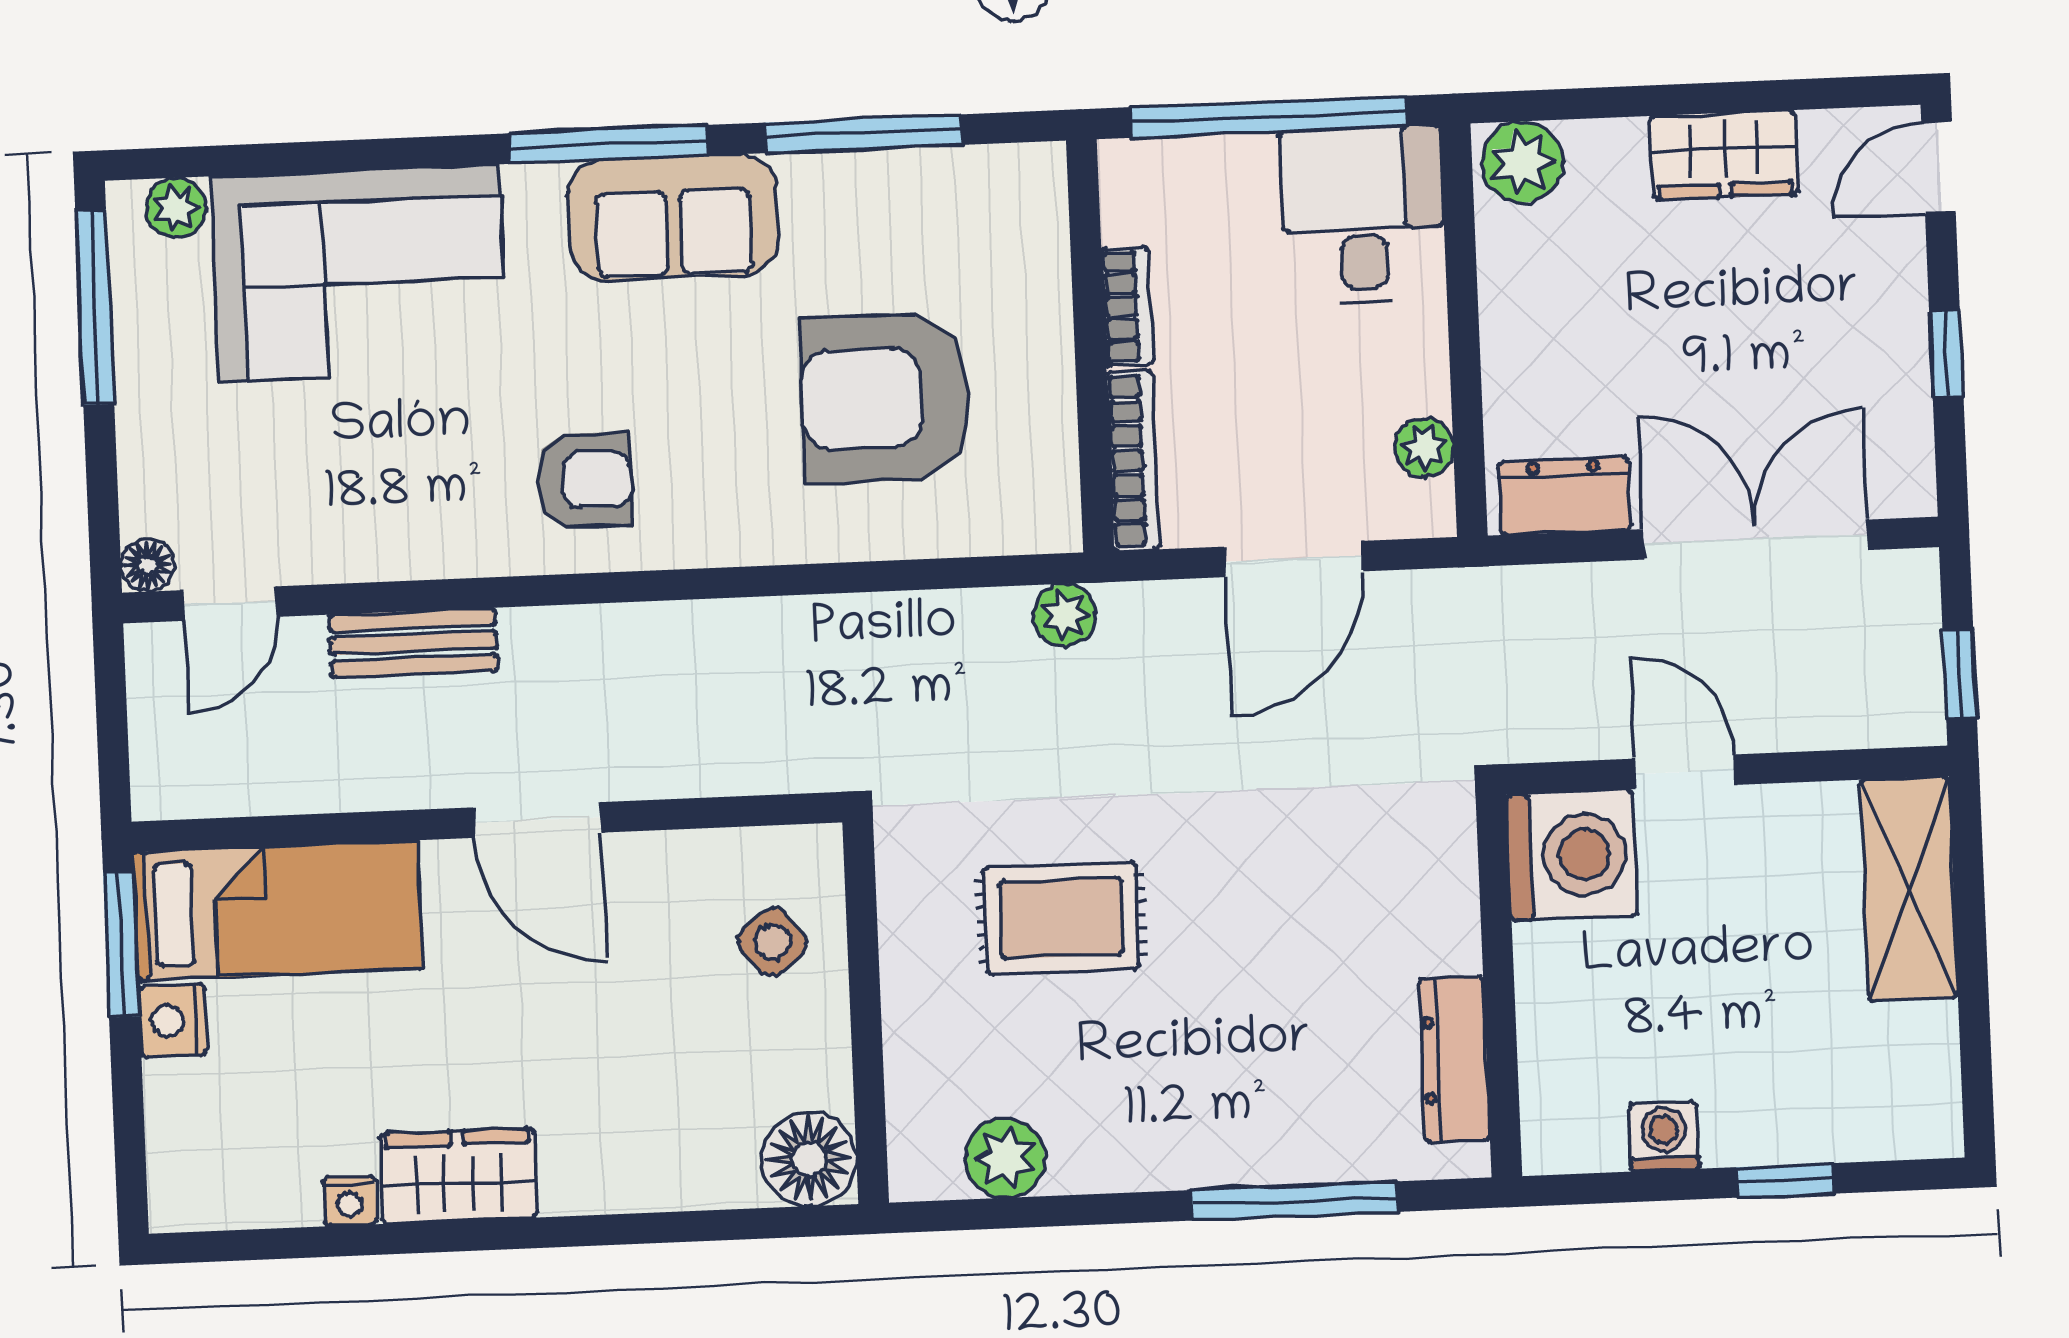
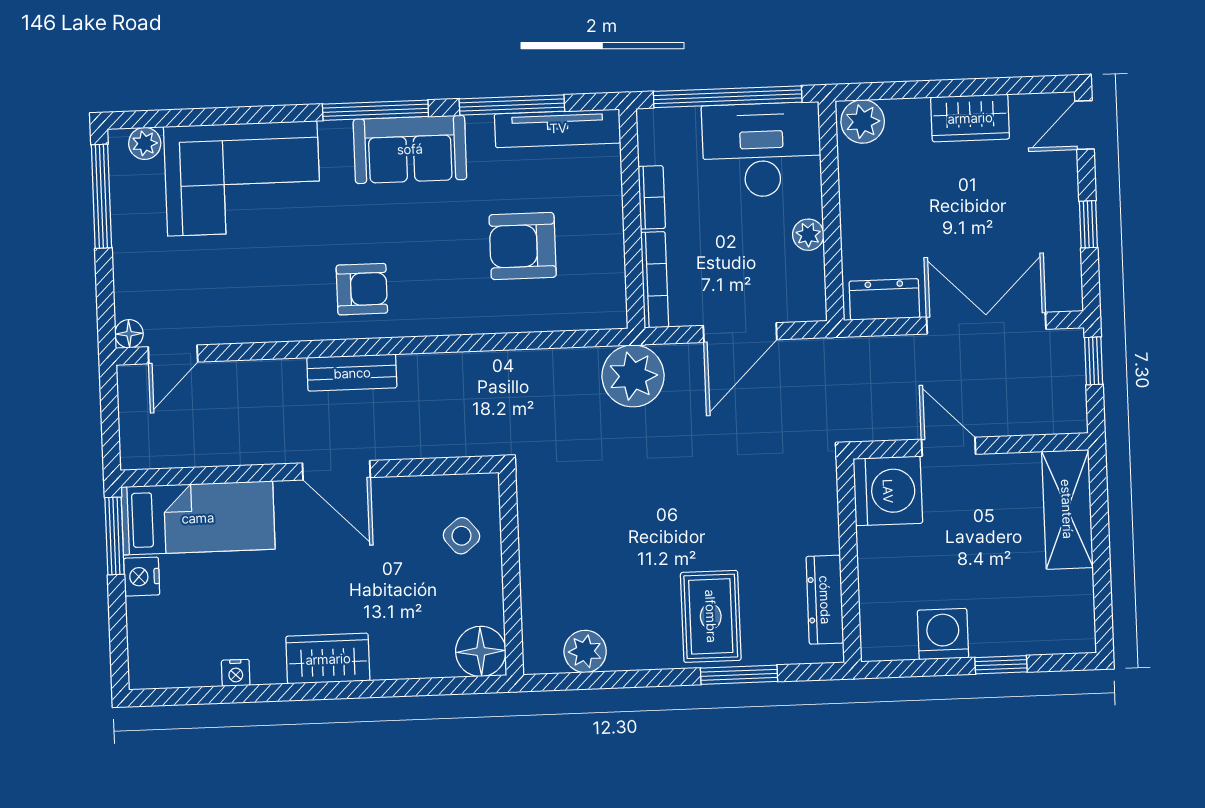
tv unit: (950, 177) -> (558, 128), added
desk: (1363, 215) -> (762, 150), width x1.37
armchair: (885, 398) -> (523, 246), width x0.73, depth x0.73
plant: (1424, 448) -> (808, 235), moved
plant: (1065, 615) -> (633, 376), width x1.88, depth x1.88
bench: (413, 643) -> (352, 373), moved
window: (1960, 675) -> (1094, 361), moved
rug: (1061, 918) -> (711, 616), moved, turned 90
washing machine: (1664, 1136) -> (943, 634), width x1.38, depth x1.38
wardrobe: (458, 1176) -> (328, 659), moved
window: (1294, 1201) -> (739, 675), width x0.69

